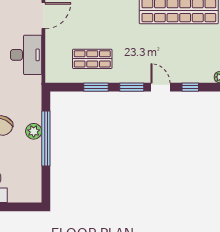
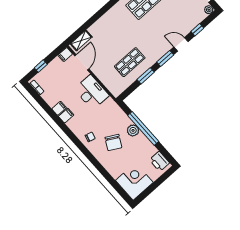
printer: (33, 187) -> (159, 161), added

